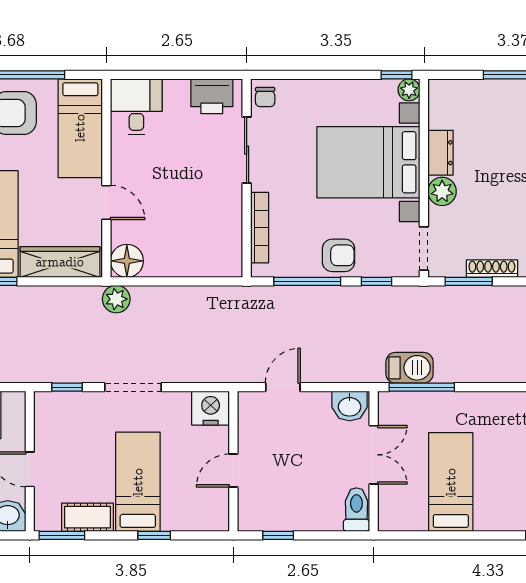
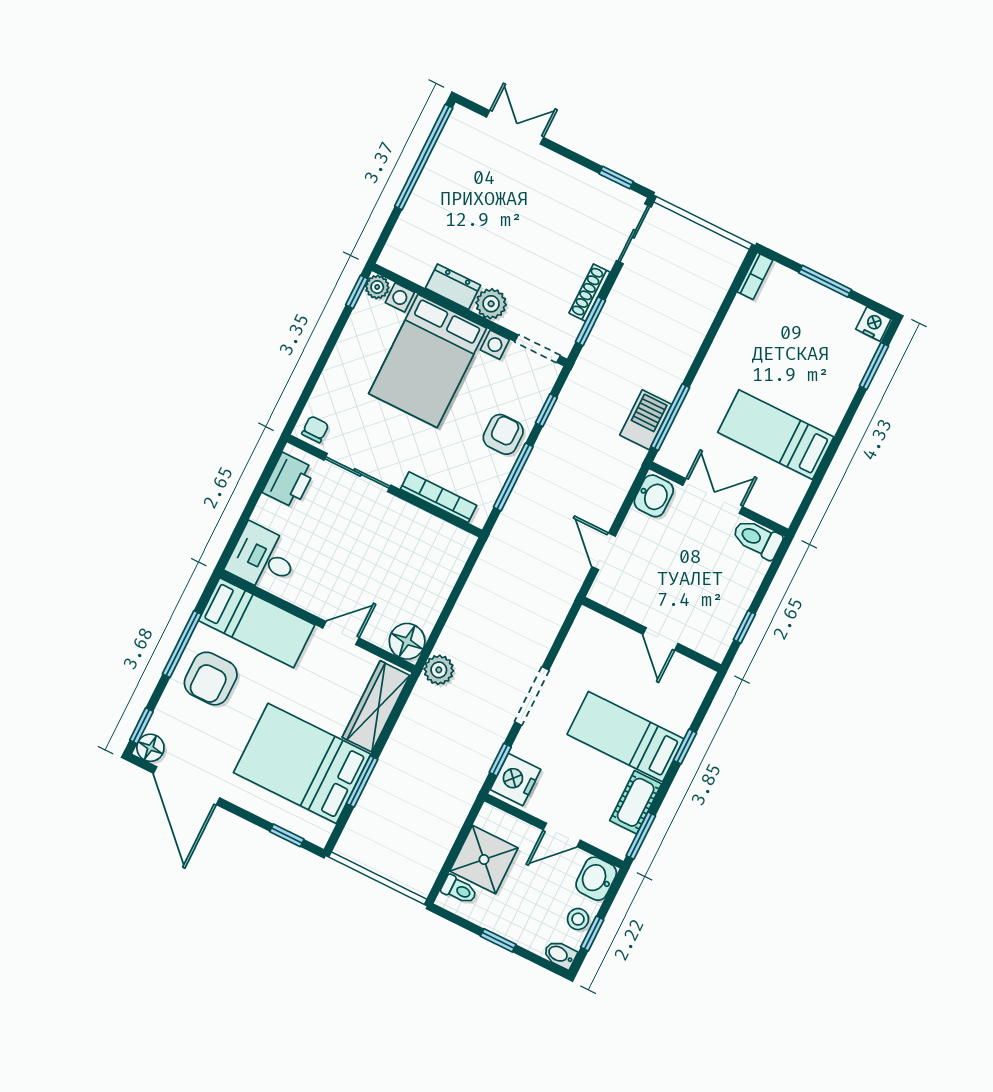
chair: (265, 97) -> (315, 429), turned -90
nightstand: (211, 408) -> (516, 780), moved

